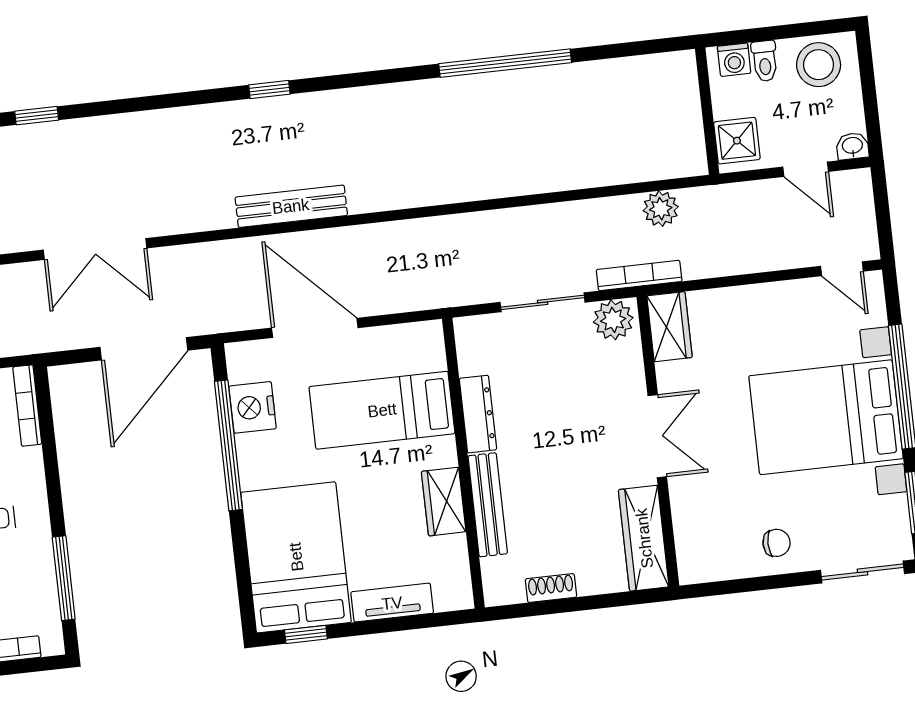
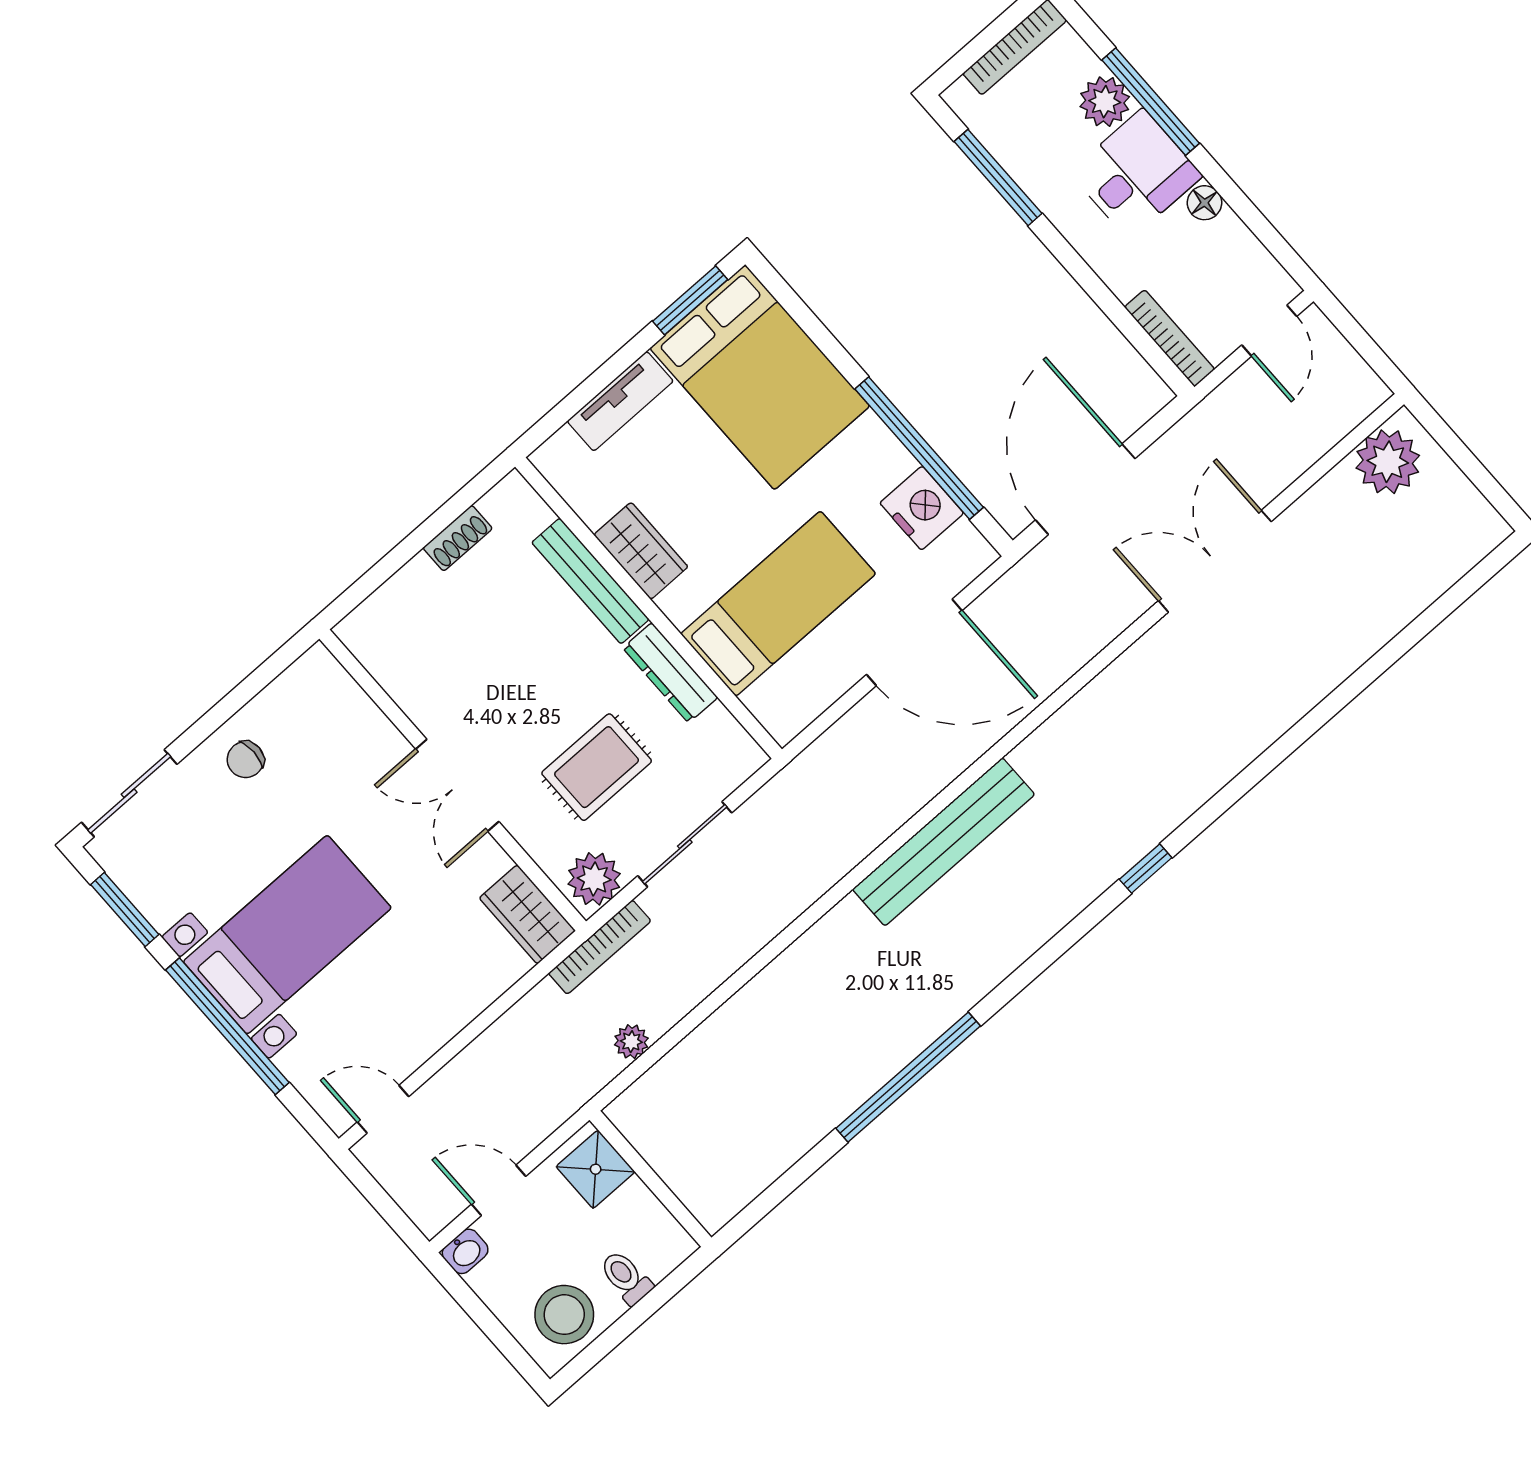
washing machine: (734, 60) -> (660, 1256), removed
window: (37, 116) -> (1380, 662), removed
bench: (291, 206) -> (943, 842), moved, width x1.37, depth x1.21
plant: (661, 209) -> (631, 1042), width x0.73, depth x0.73
rug: (564, 388) -> (597, 767), added
bed with nightstands: (826, 417) -> (287, 935), width x0.73
wardrobe: (644, 538) -> (394, 663), removed
window: (306, 634) -> (690, 300), width x1.50

